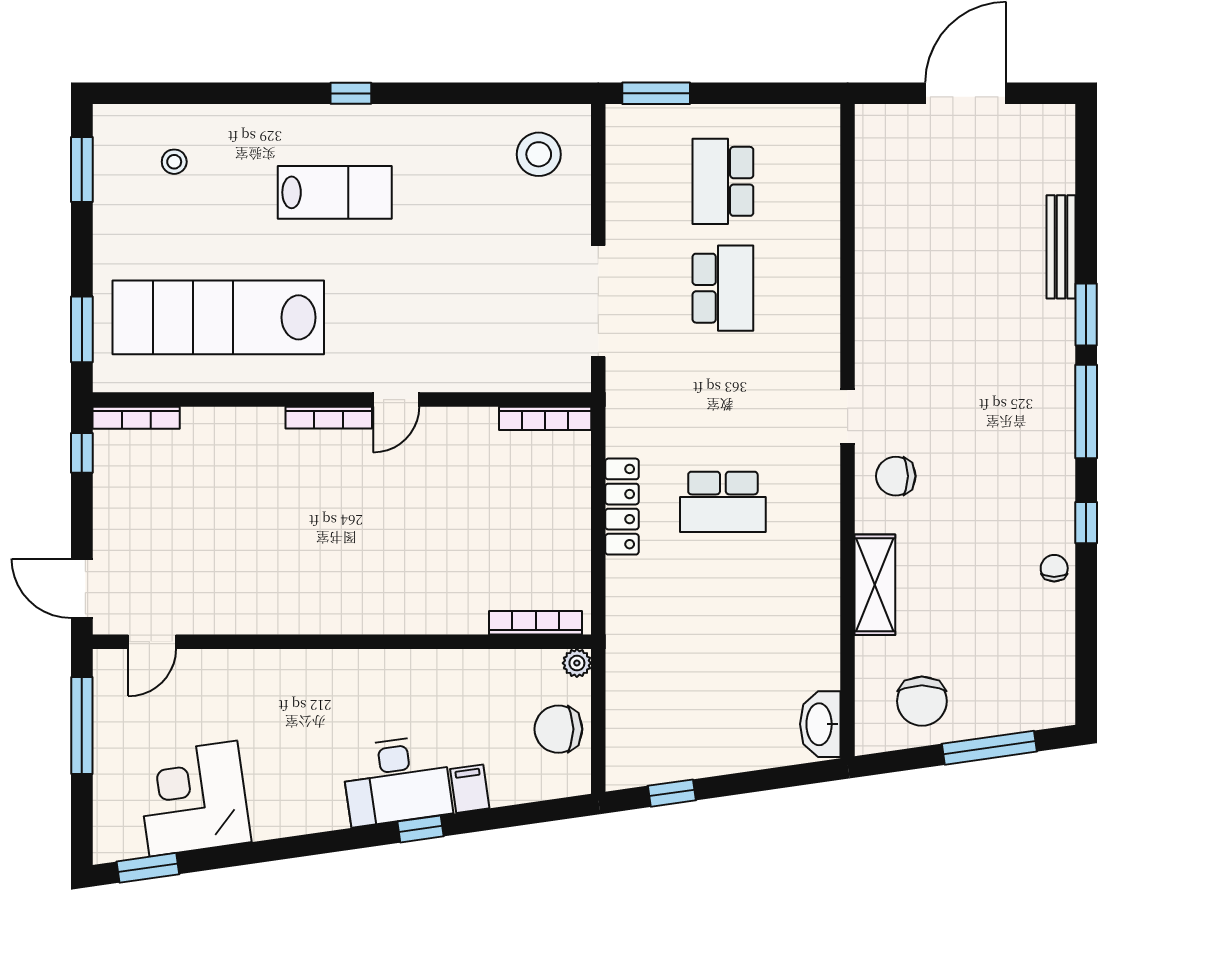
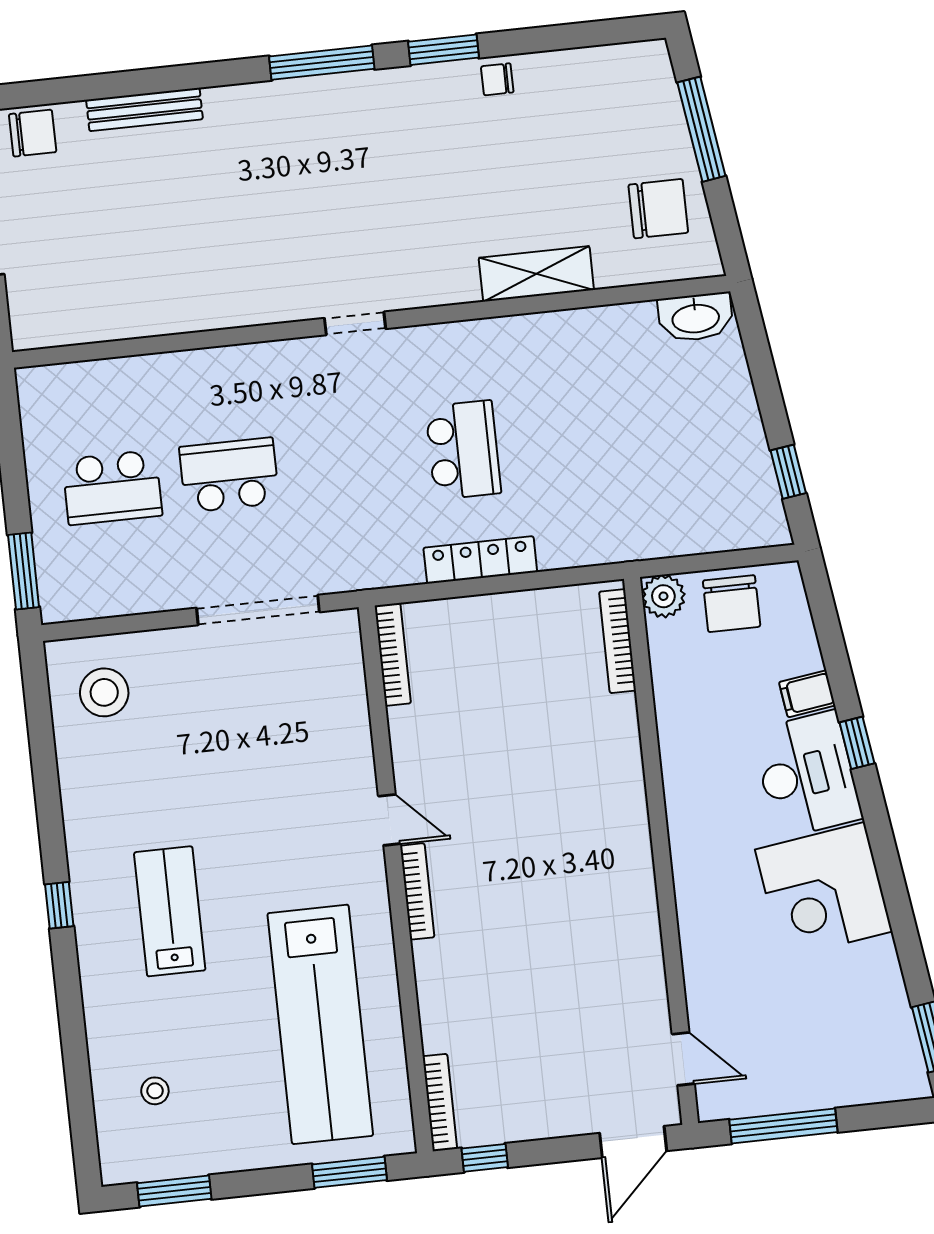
window: (1086, 314) -> (216, 74), removed
chair: (896, 476) -> (33, 133), moved, turned -90
window: (1086, 523) -> (443, 50), width x1.50
plant: (577, 663) -> (663, 596), width x1.38, depth x1.38
corner desk: (193, 799) -> (824, 890), moved

